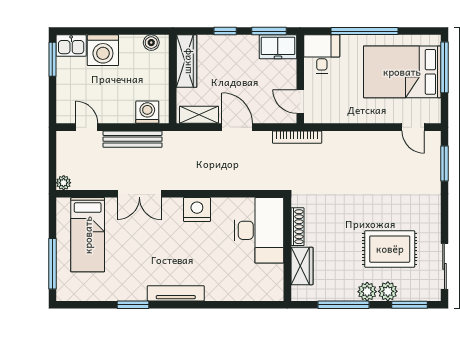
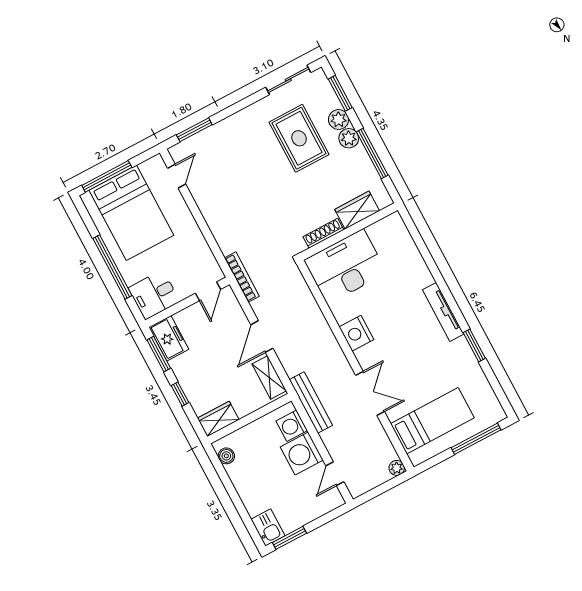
washing machine: (103, 50) -> (302, 454), moved, turned 180
wardrobe: (187, 61) -> (218, 419), width x0.67
bench: (133, 139) -> (311, 402), moved

